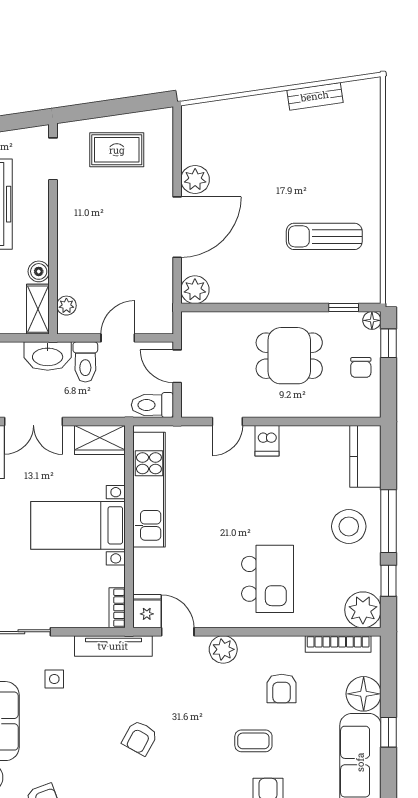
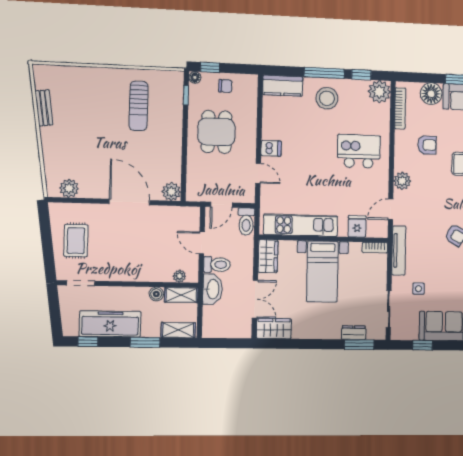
plant: (195, 179) -> (69, 188), moved
fridge: (147, 611) -> (357, 226), moved, turned 90

